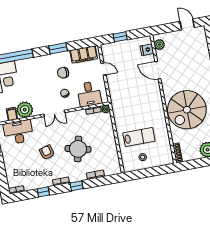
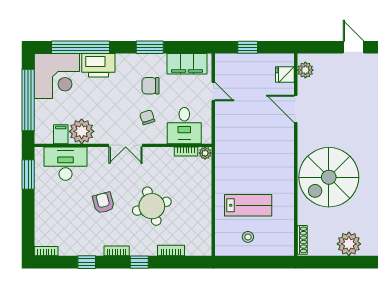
printer: (28, 66) -> (98, 65), added
round table: (78, 149) -> (152, 206), turned -30

